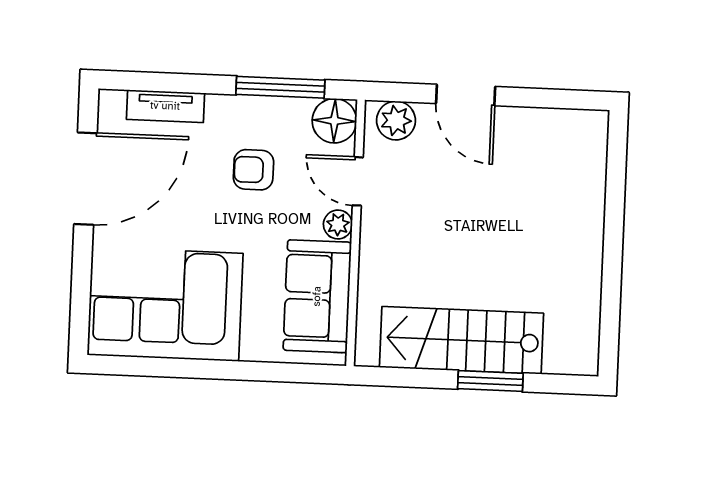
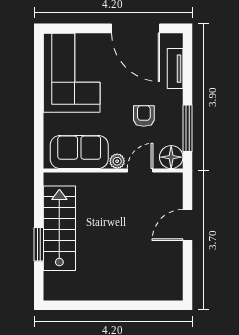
plant: (396, 121) -> (173, 189), removed

